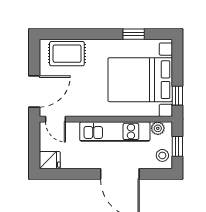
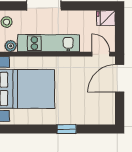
window: (134, 34) -> (67, 129), moved
rug: (67, 54) -> (91, 112), removed

